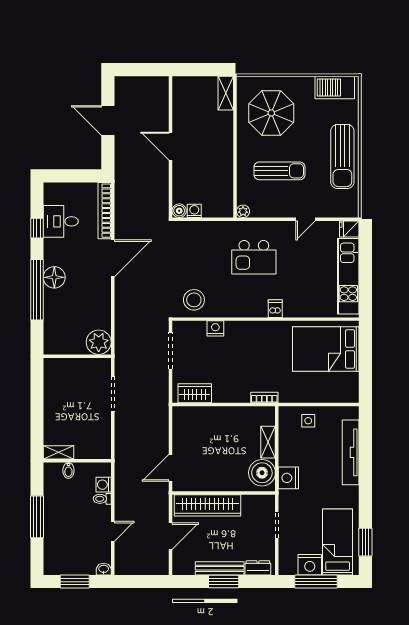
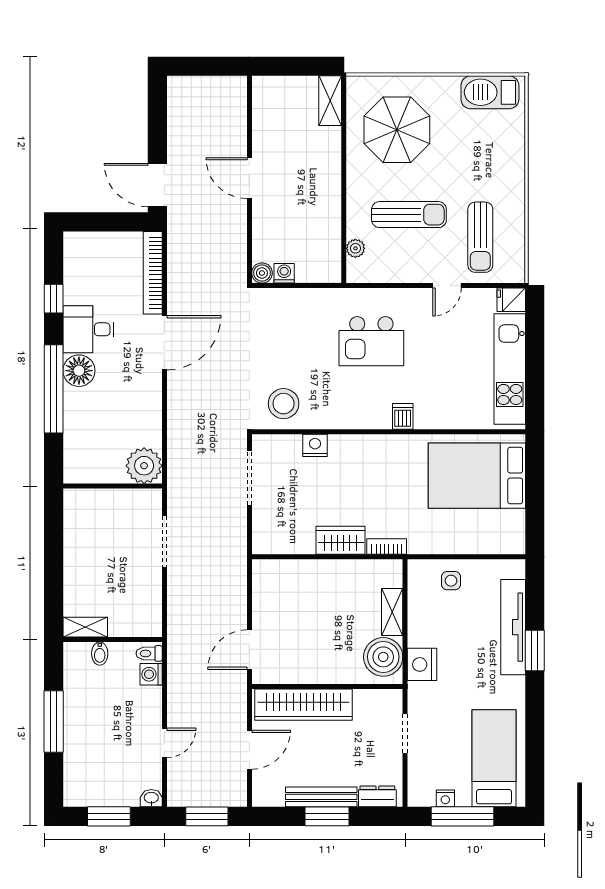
door: (108, 121) -> (157, 185), moved
sun lounger: (342, 157) -> (480, 237), moved, width x0.73, depth x0.75
plant: (243, 211) -> (355, 248), moved
desk: (61, 221) -> (88, 329), moved
wardrobe: (195, 393) -> (341, 540), moved
toilet: (102, 499) -> (149, 653), moved
window: (365, 542) -> (535, 651), moved
nightstand: (310, 565) -> (445, 798), width x0.53, depth x0.56
window: (142, 582) -> (207, 816), added

